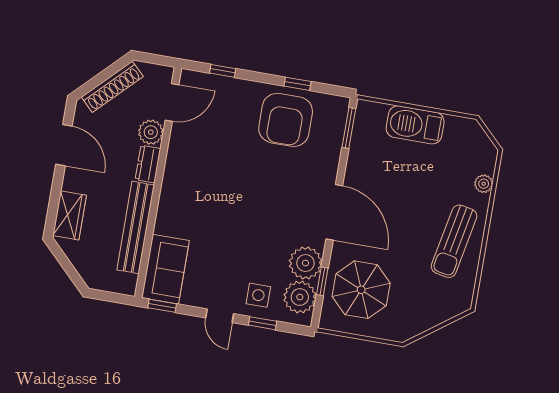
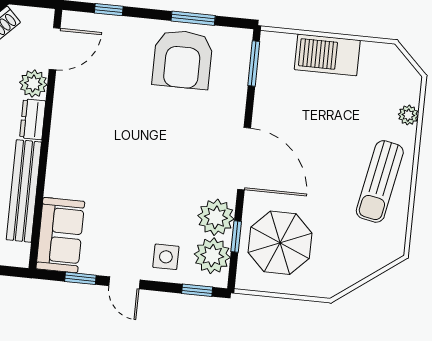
window: (298, 84) -> (193, 18), width x1.50
window: (162, 306) -> (80, 278), moved
window: (263, 323) -> (197, 290), moved

